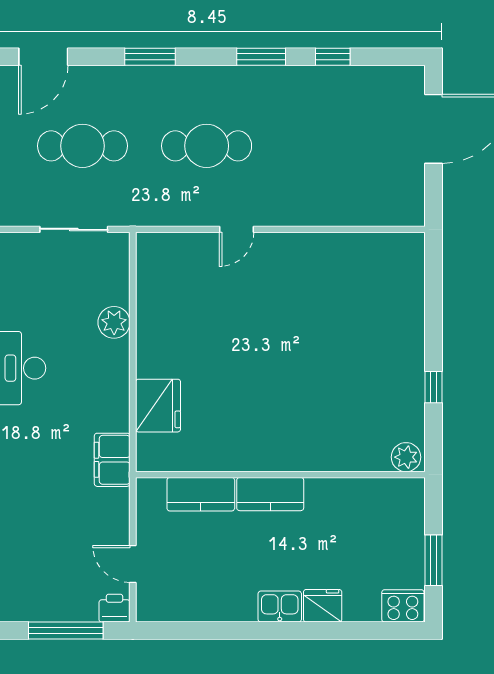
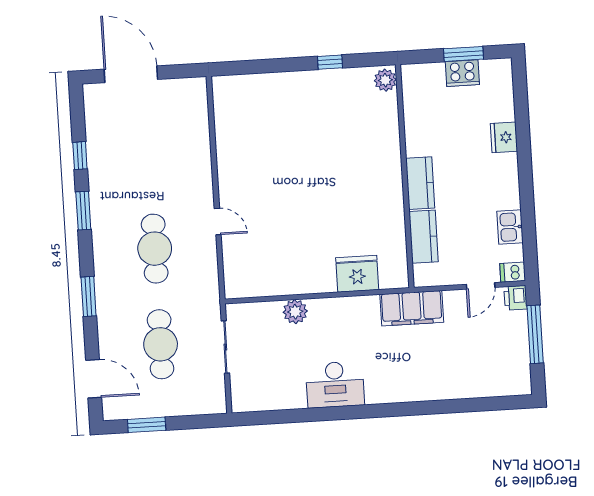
filing cabinet: (112, 460) -> (412, 308), width x1.50, depth x1.17
dishwasher: (148, 606) -> (513, 272), added
cooker: (403, 606) -> (462, 73), moved, turned -90
kitchen sink: (280, 607) -> (510, 227), moved

